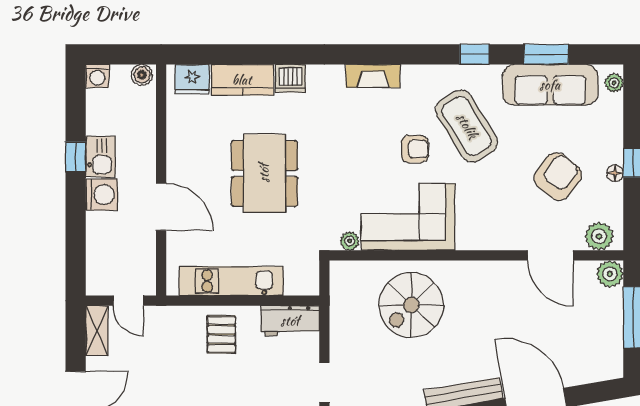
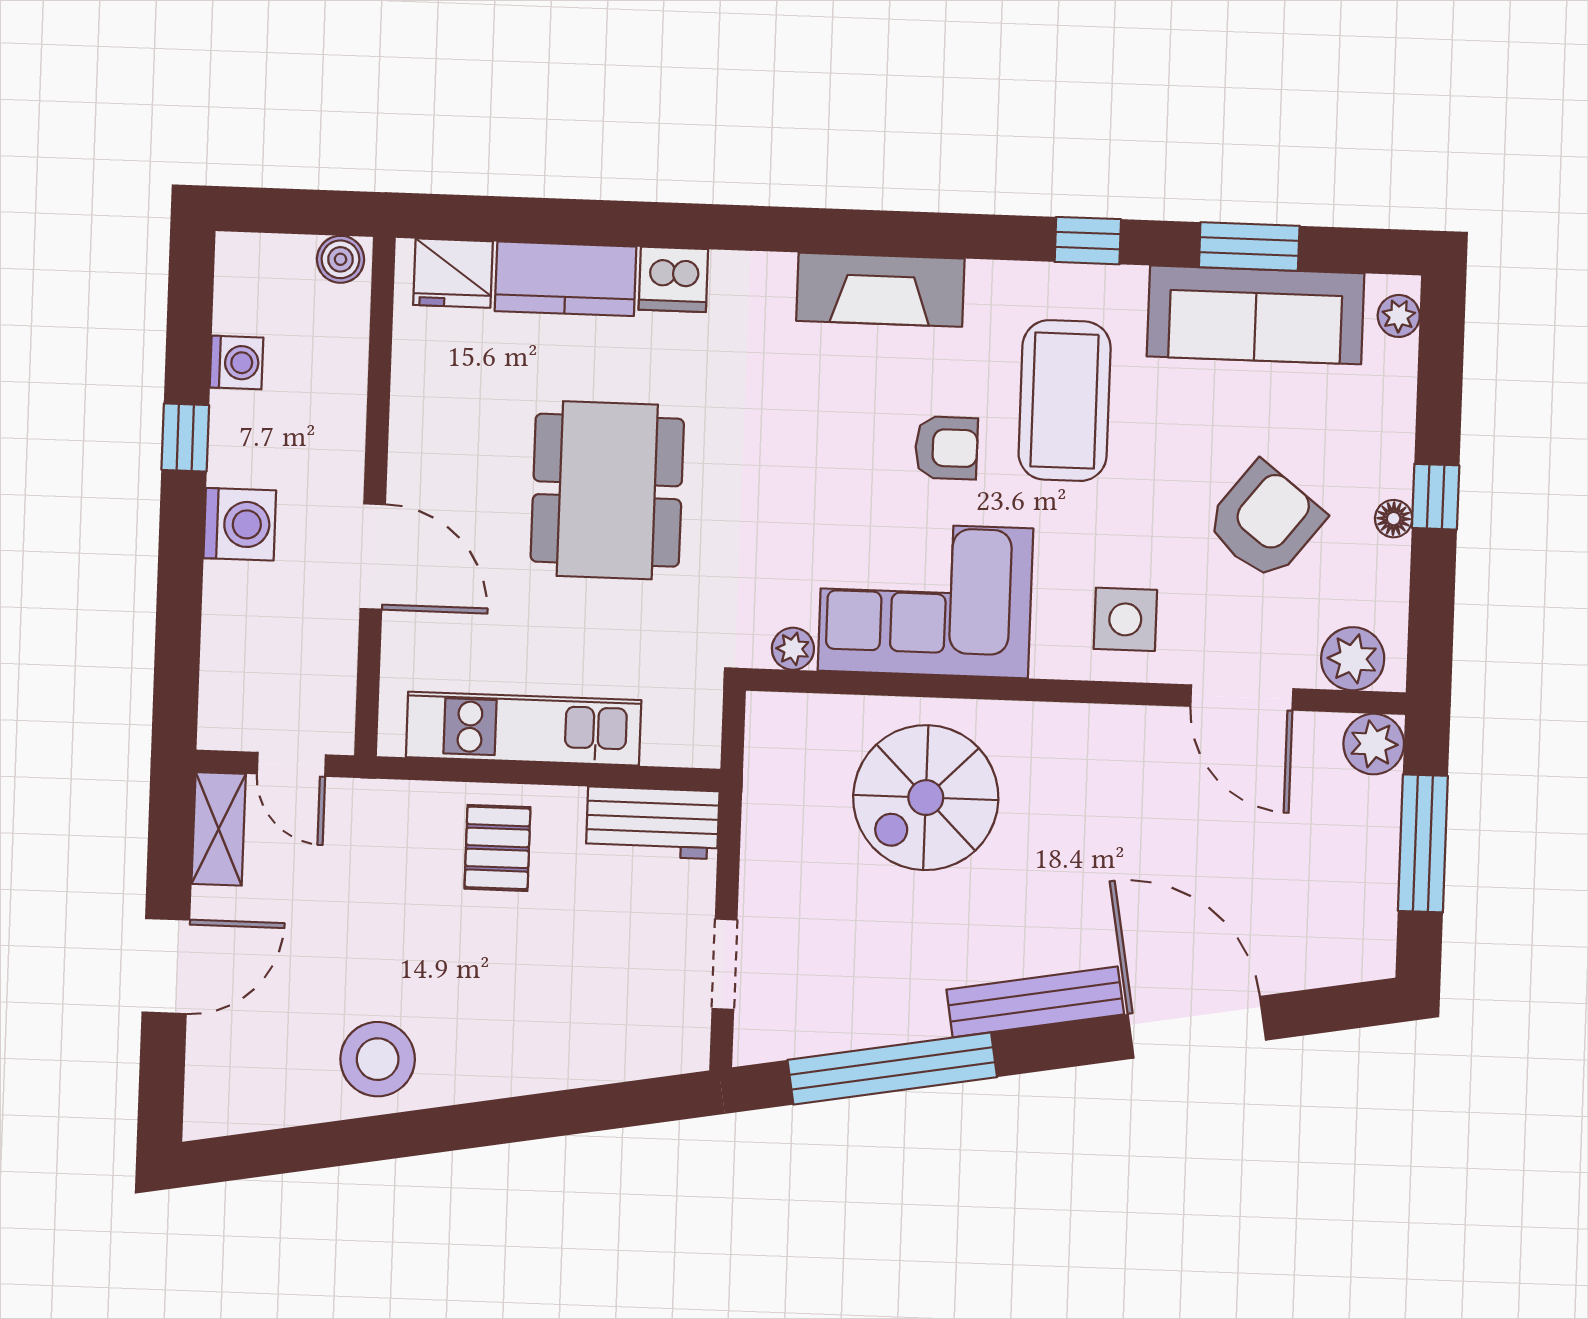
washing machine: (97, 76) -> (237, 363), moved, turned -90
fireplace: (373, 76) -> (880, 290), width x1.37, depth x1.32
coffee table: (467, 126) -> (1065, 401), turned 32
kitchen sink: (100, 157) -> (241, 439), removed
side table: (497, 222) -> (1125, 619), added

